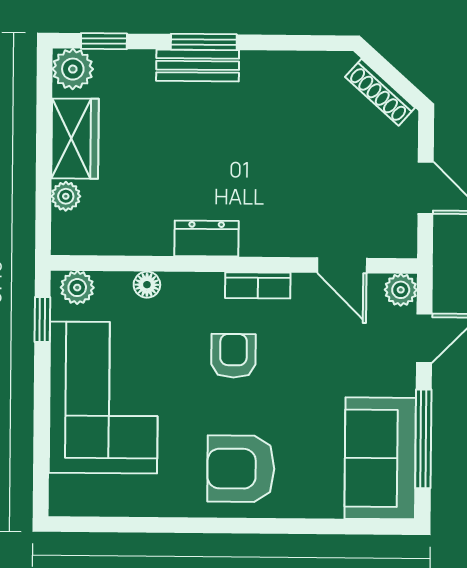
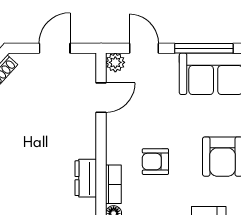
bookcase: (258, 285) -> (113, 184), moved

